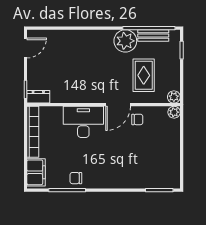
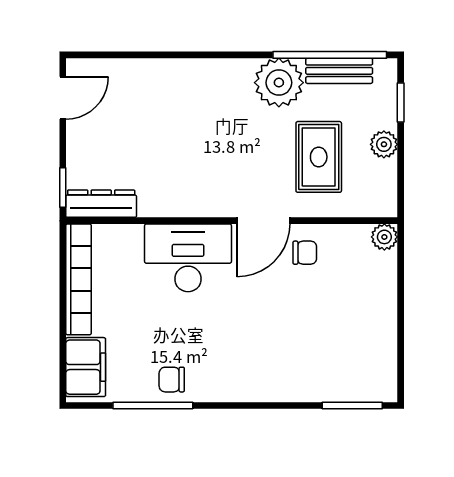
dresser: (38, 97) -> (101, 204), width x1.44
plant: (174, 97) -> (384, 144), moved

